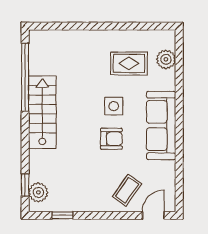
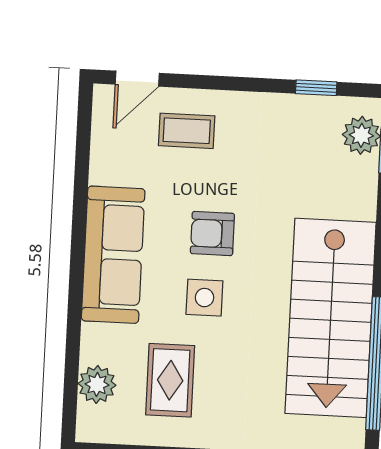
rug: (129, 63) -> (170, 380), turned 90
stairs: (42, 112) -> (331, 318), width x1.36, depth x1.51
coffee table: (127, 190) -> (187, 131), turned 55

